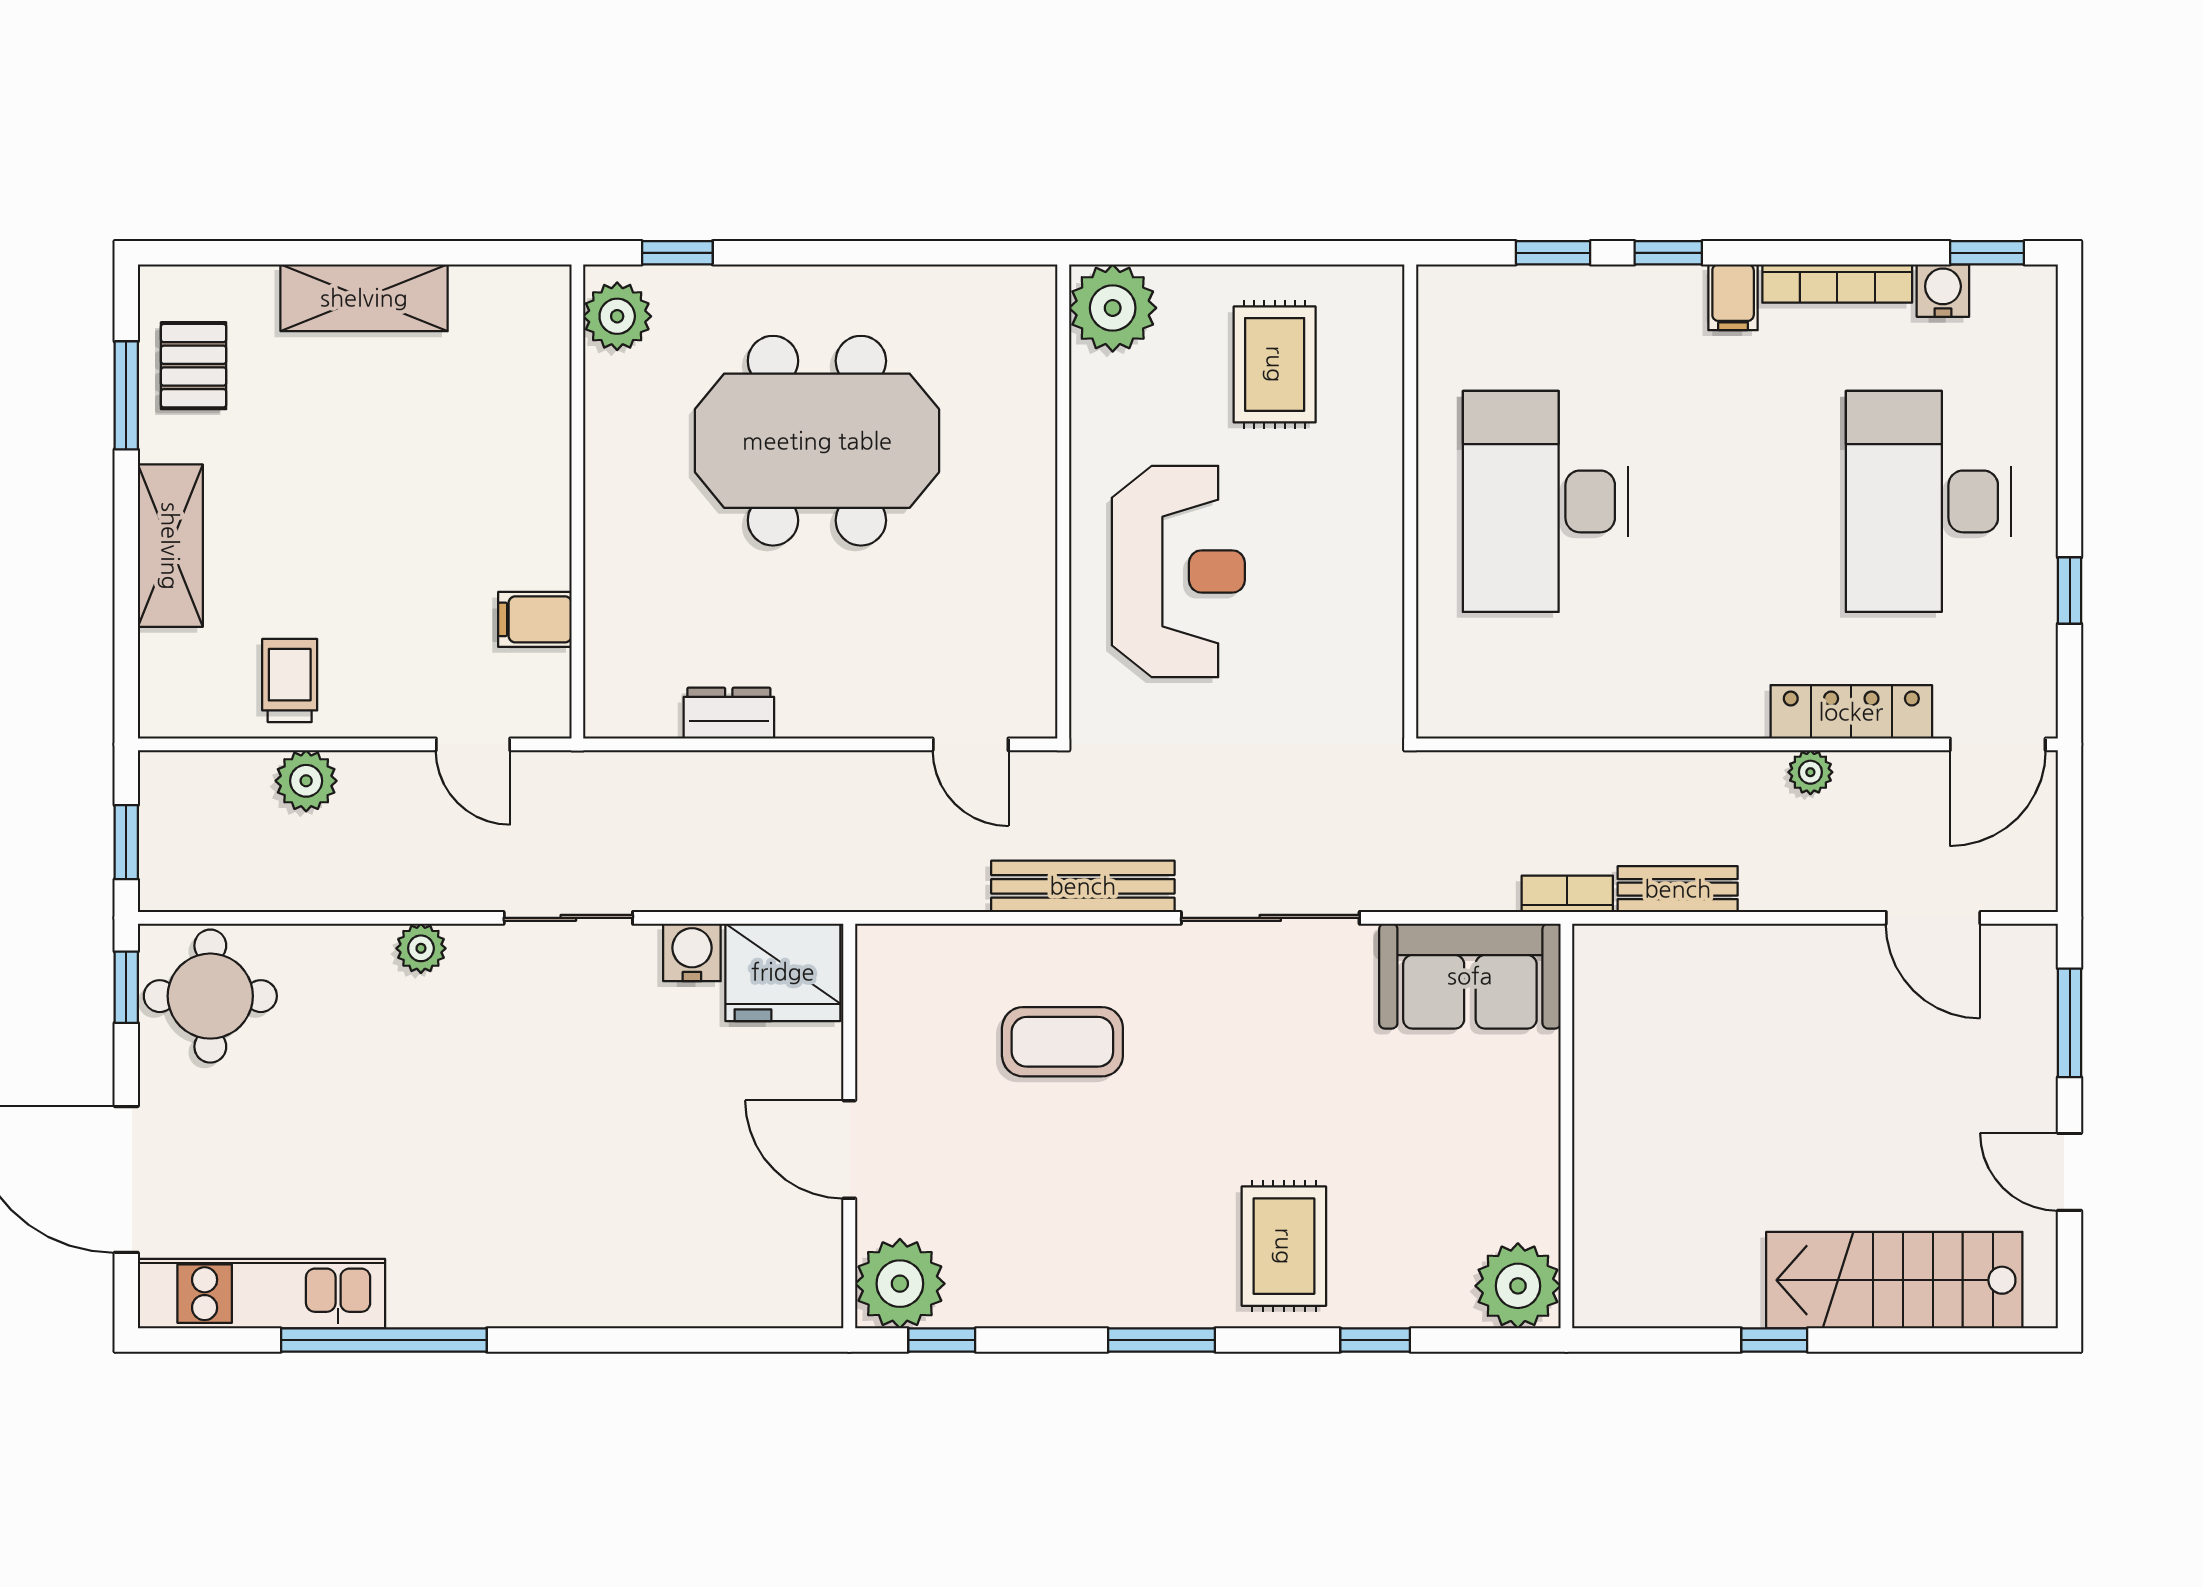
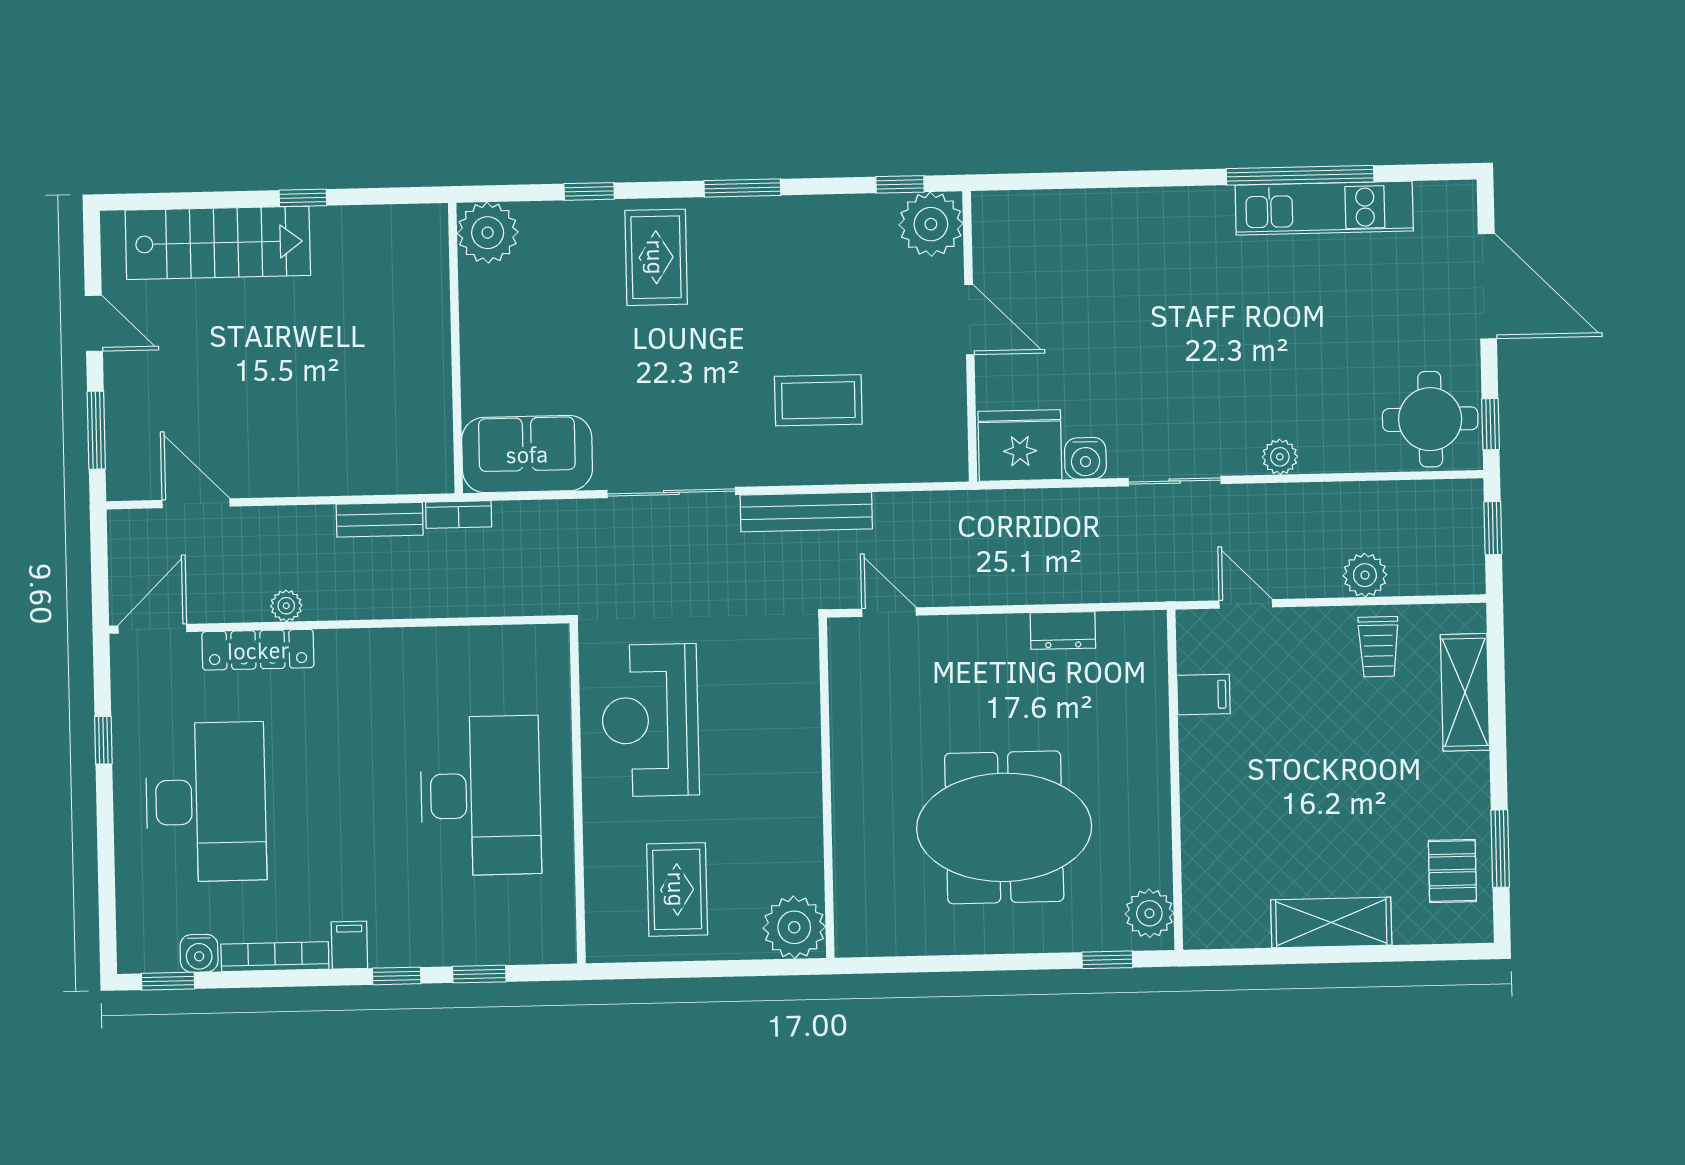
shelving: (170, 546) -> (1465, 692), moved
reception desk: (1178, 571) -> (650, 720), moved
kitchen unit: (261, 1294) -> (1324, 208), moved

